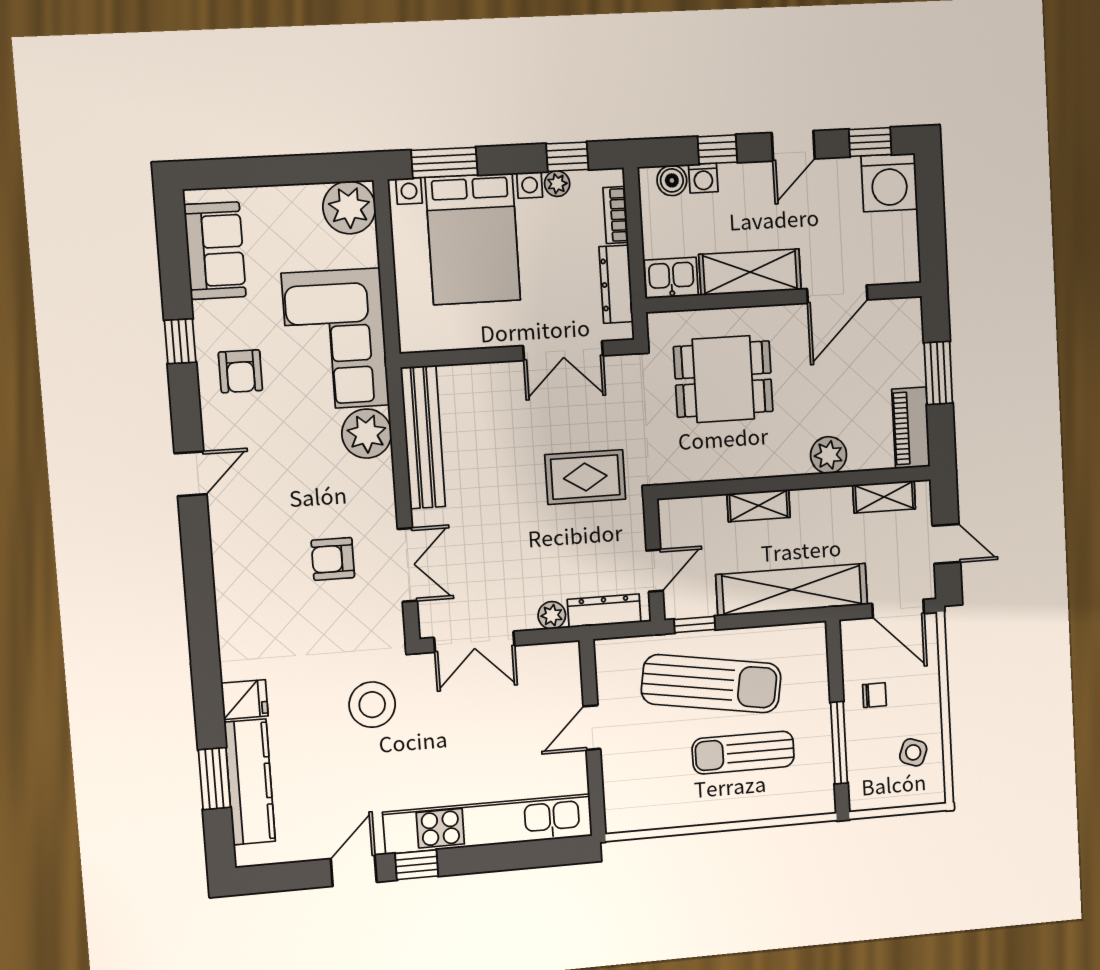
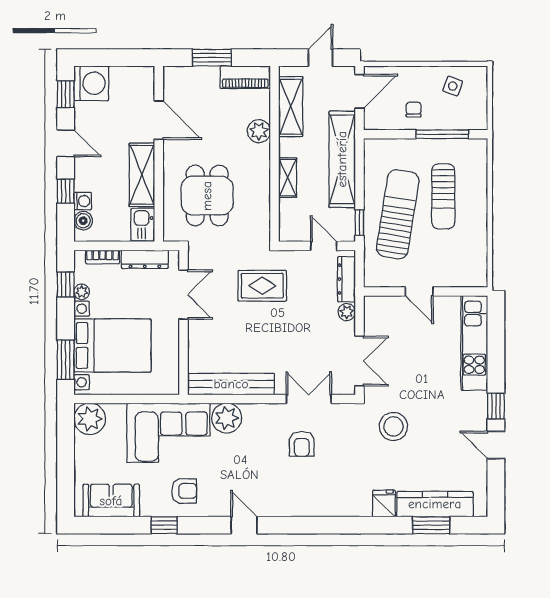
rug: (585, 477) -> (262, 286), turned 90
shelving: (884, 497) -> (291, 107), width x1.50, depth x1.33
kitchen unit: (488, 824) -> (474, 343), width x0.73

